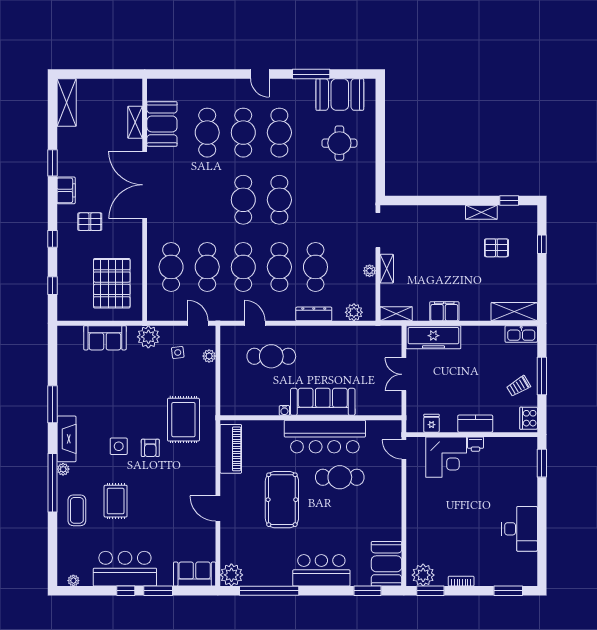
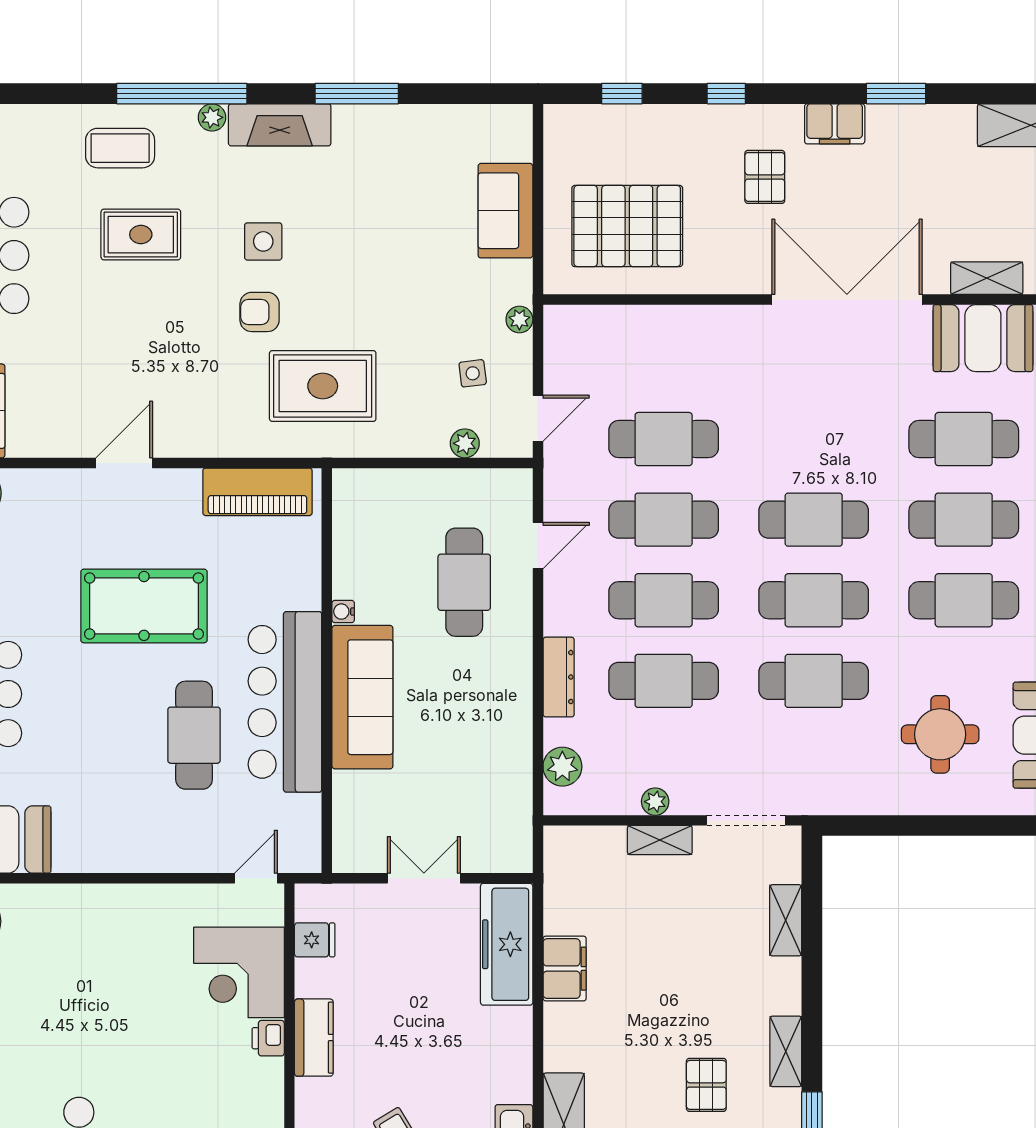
cafe table: (171, 267) -> (814, 681), moved
shelving: (396, 314) -> (786, 920), moved
plant: (148, 337) -> (519, 320), width x0.53, depth x0.53

